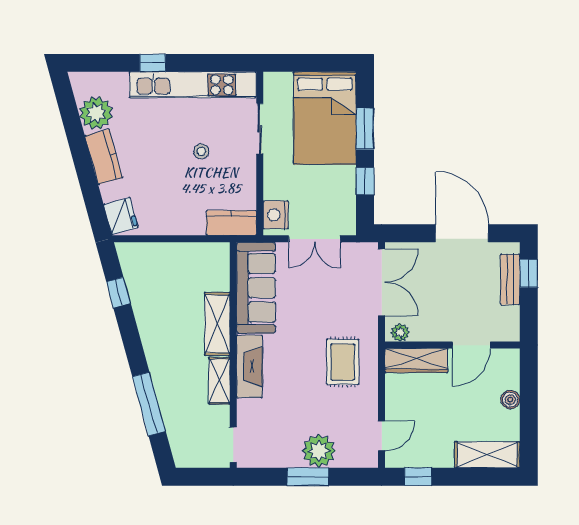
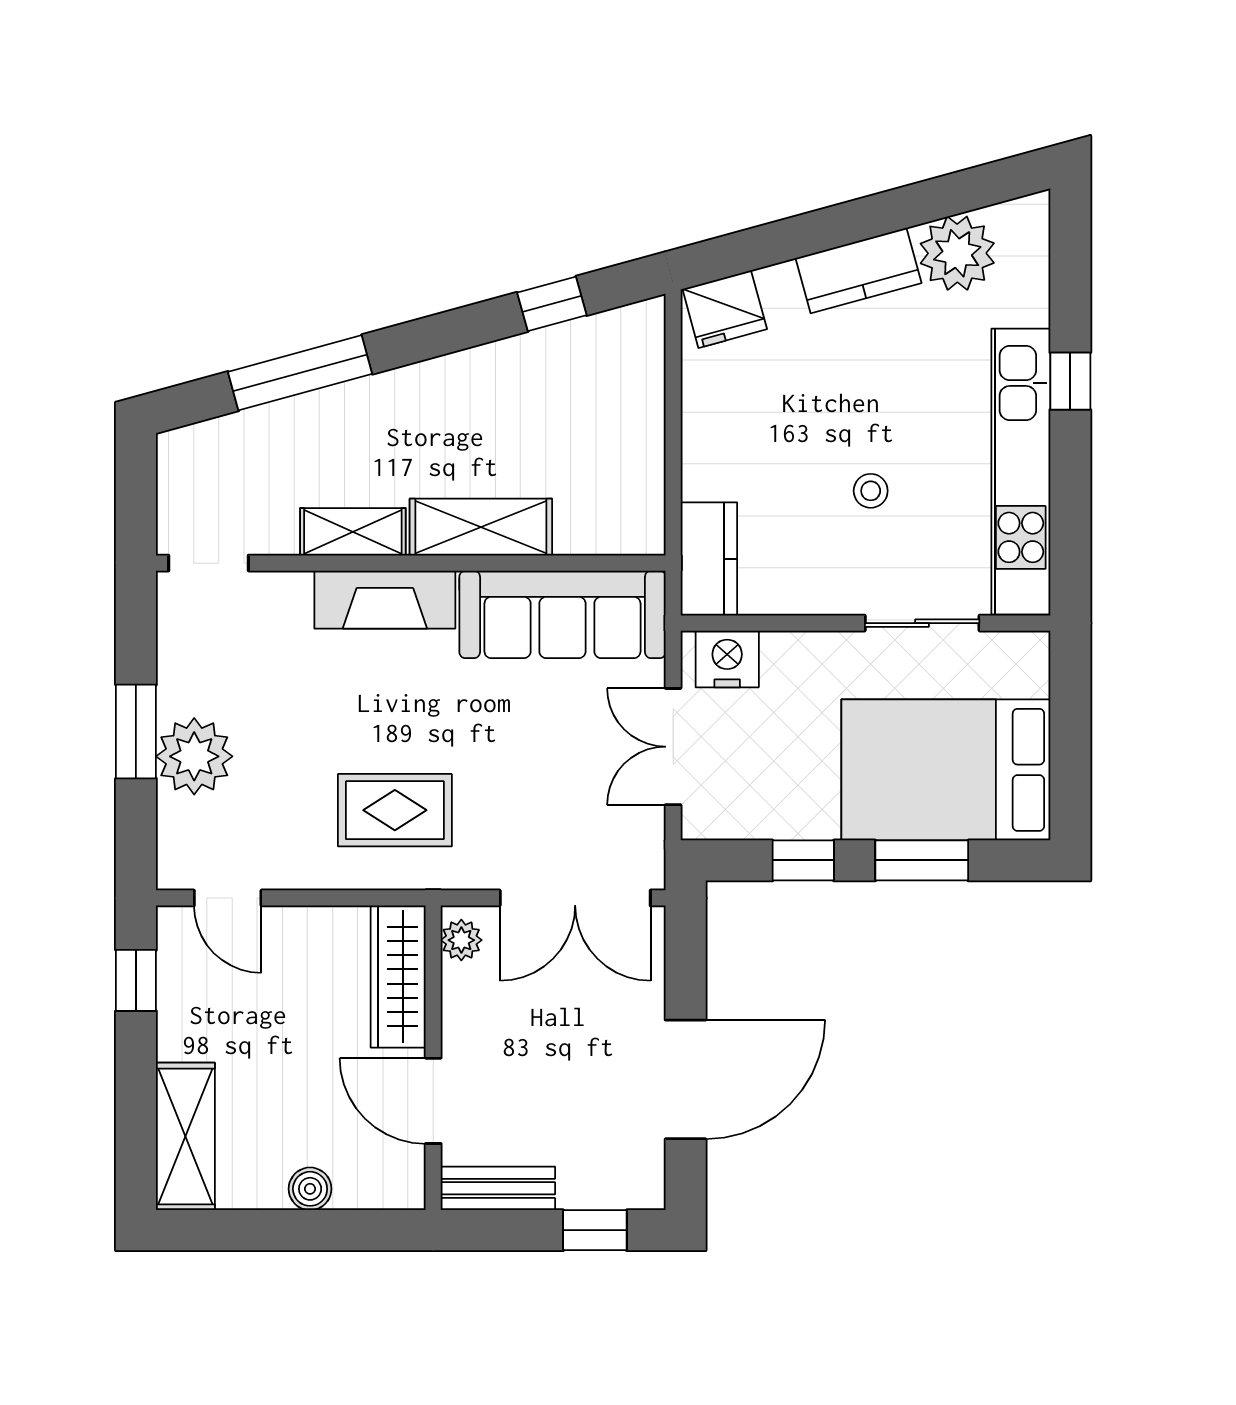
bench: (510, 279) -> (498, 1188), moved

